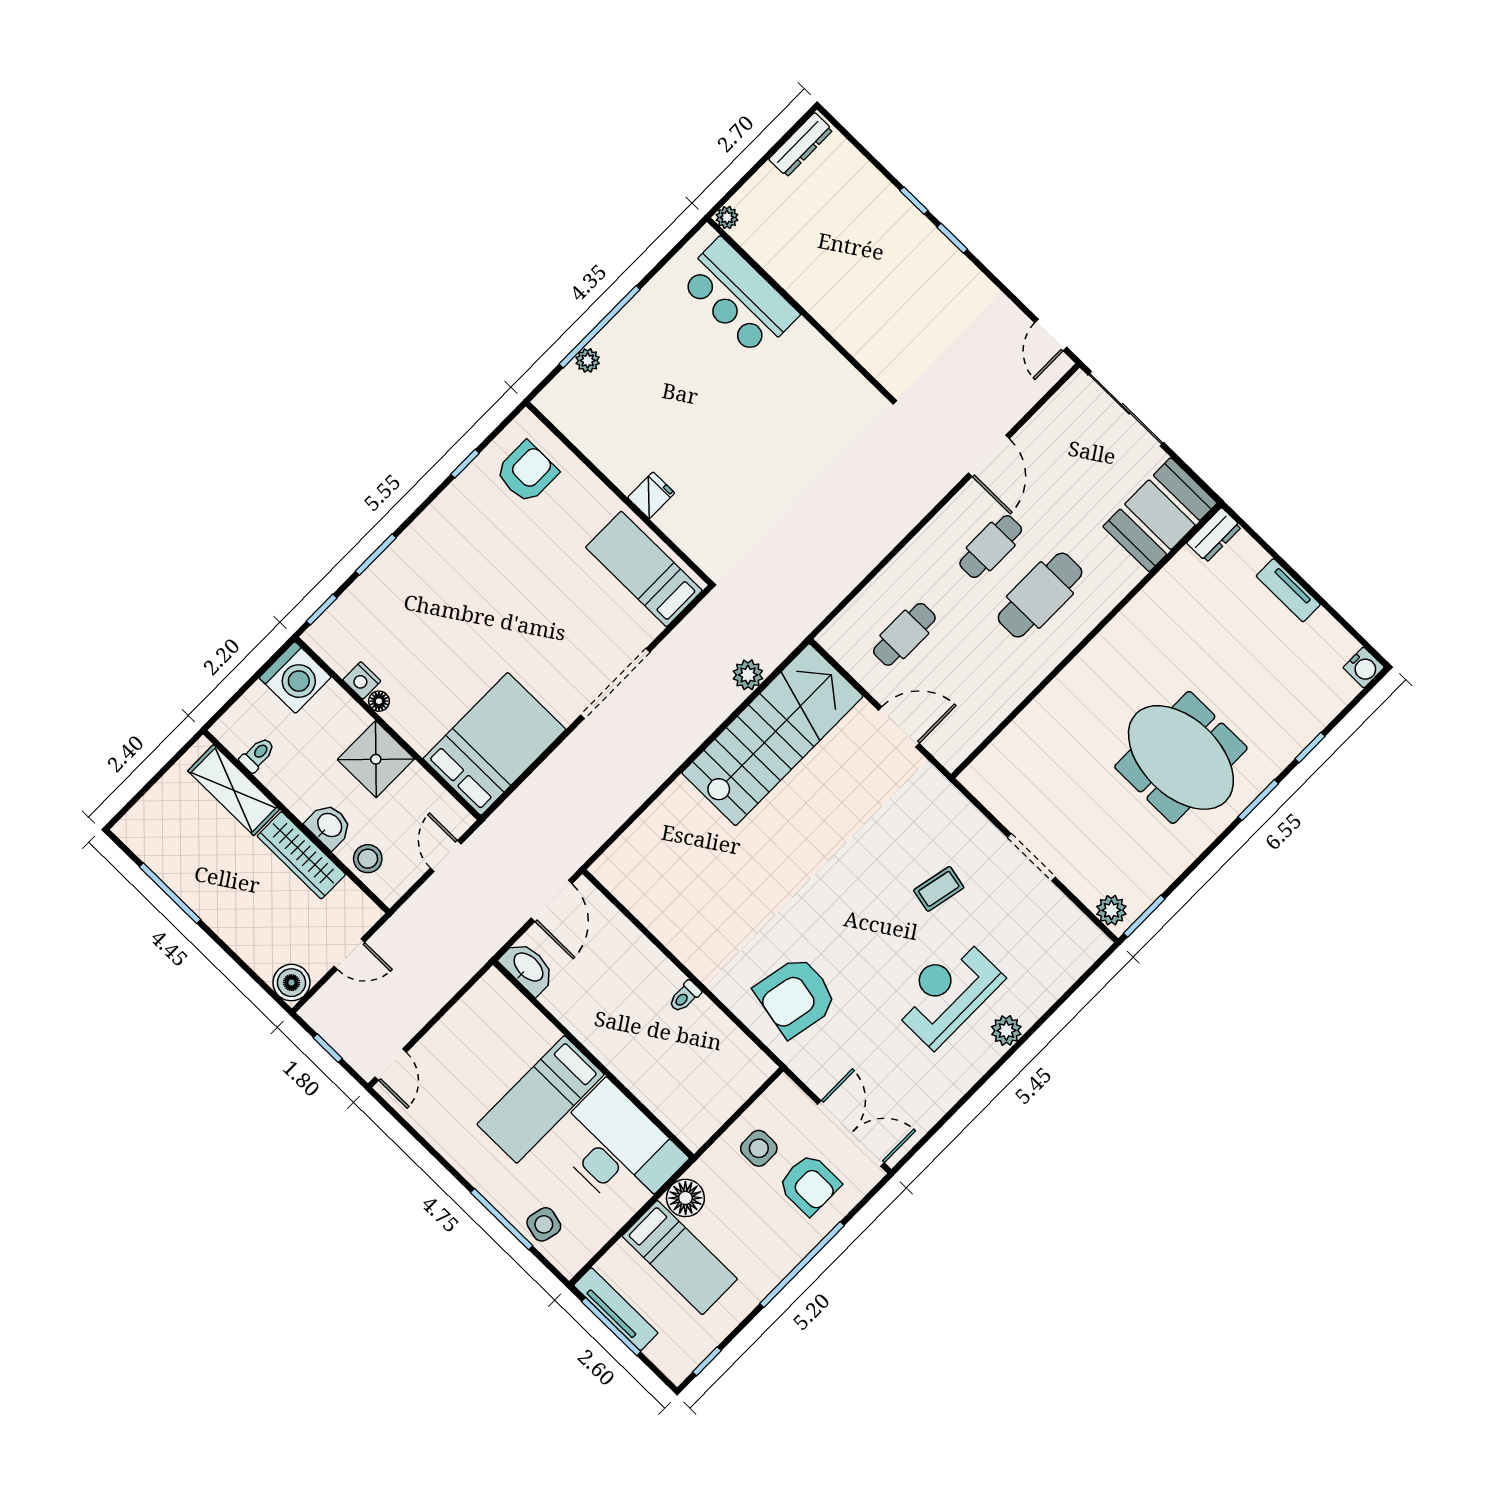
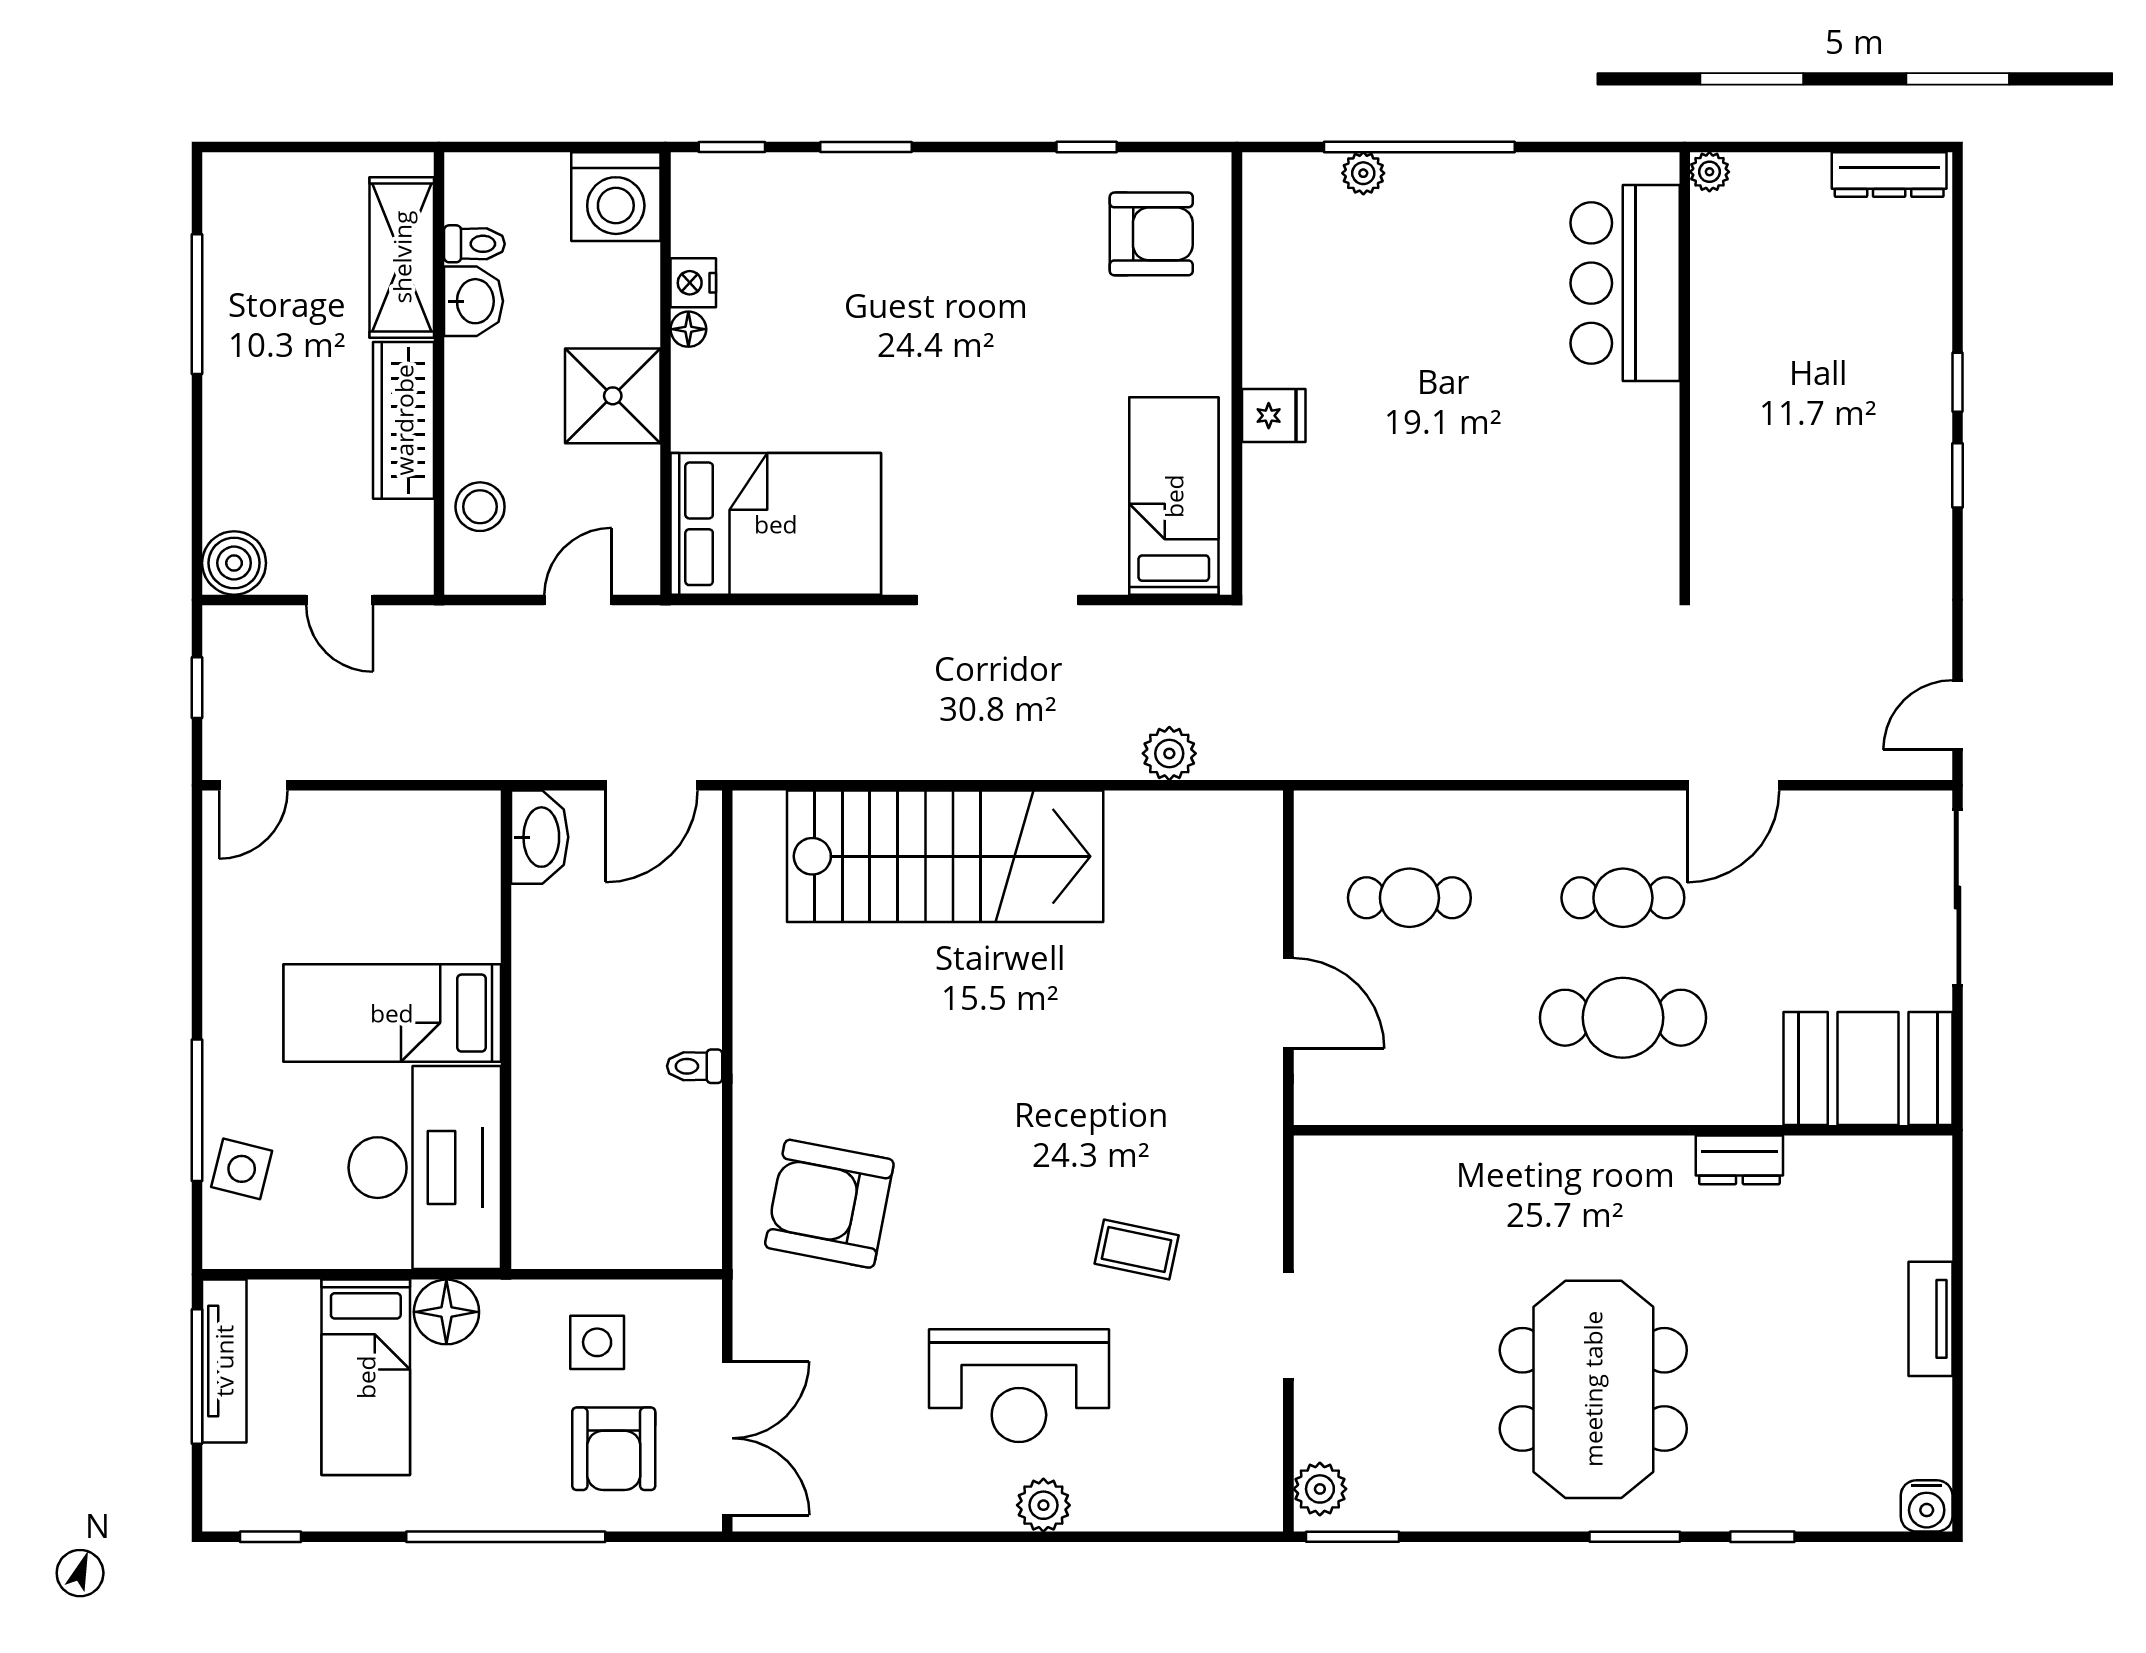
dresser: (1214, 535) -> (1739, 1160), moved
stairs: (772, 735) -> (945, 856), moved
washbasin: (329, 826) -> (474, 301), moved
reception desk: (947, 992) -> (1019, 1386), turned 180

